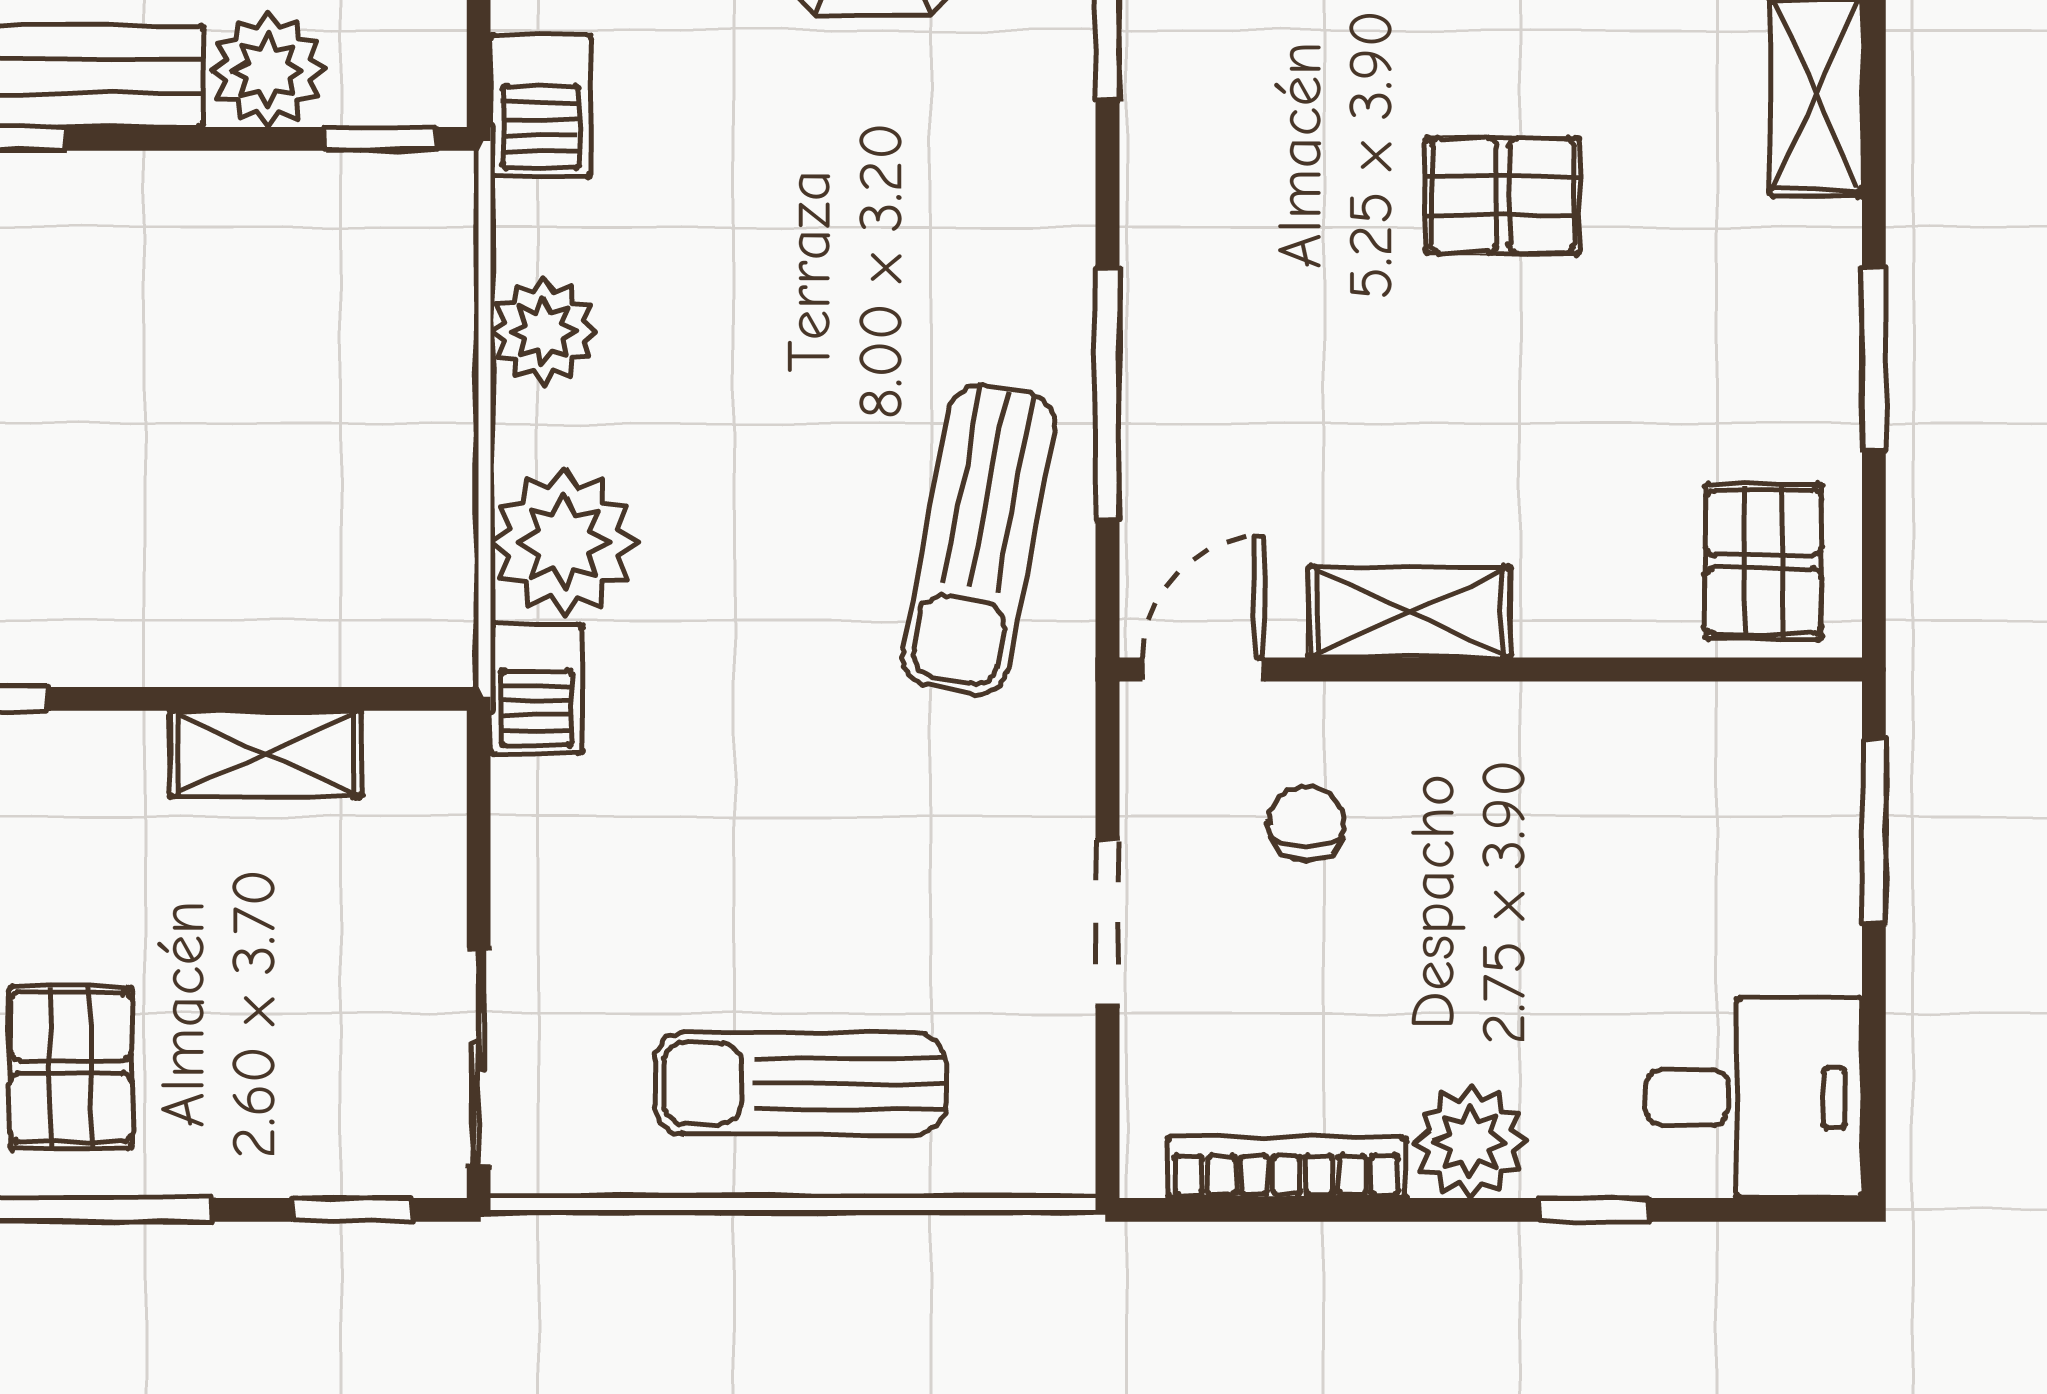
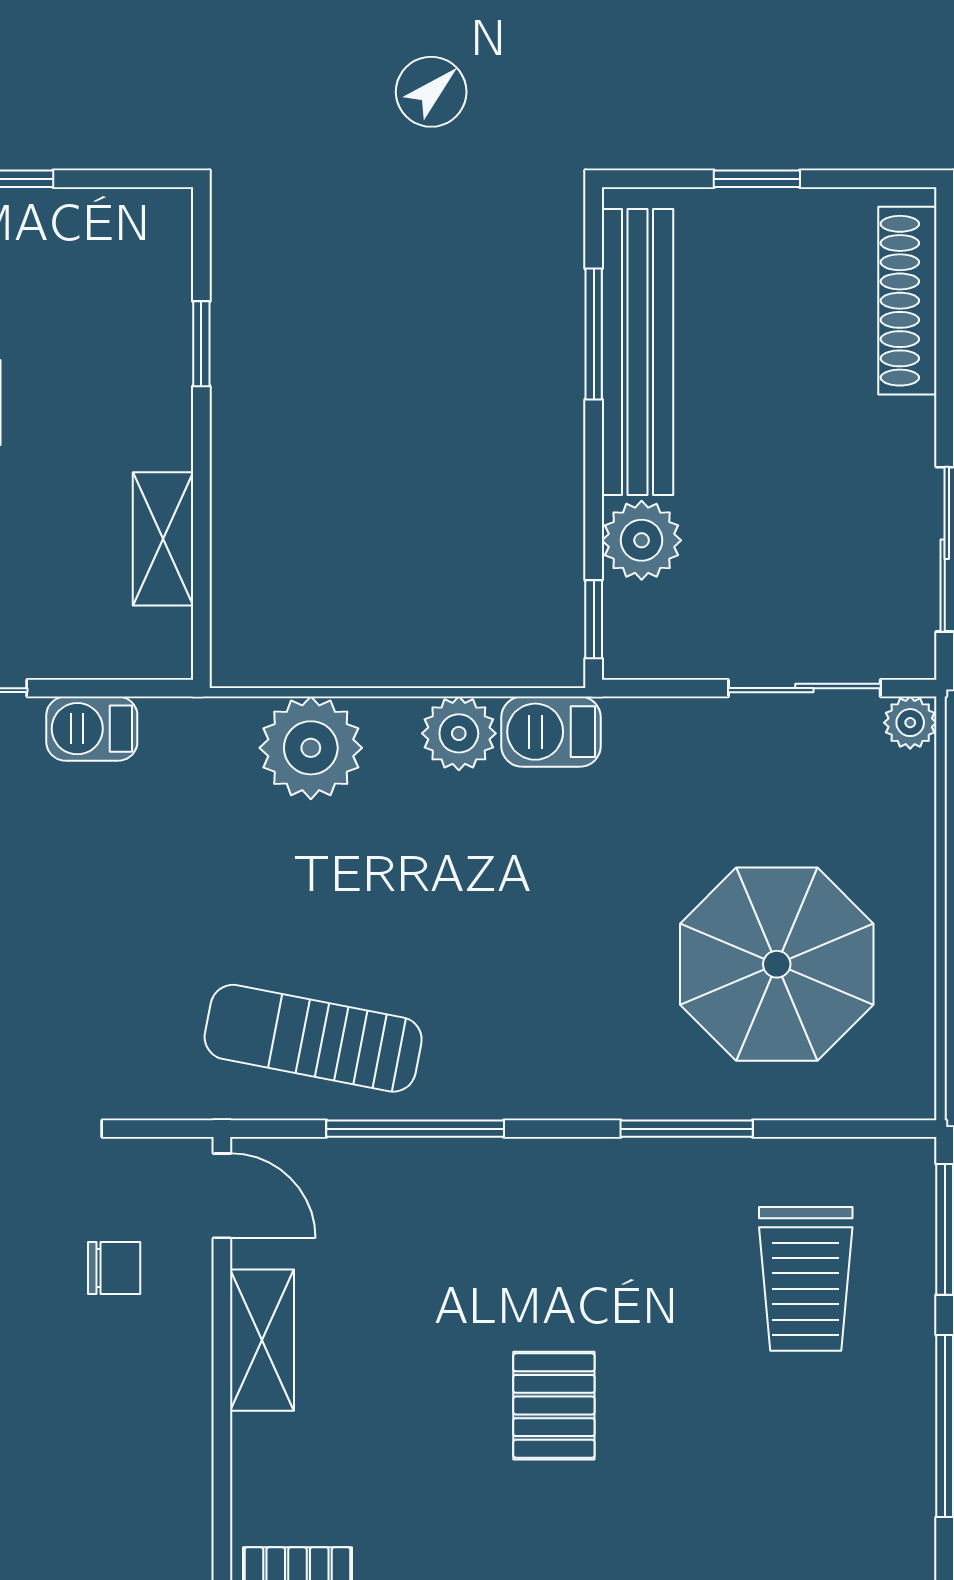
barbecue: (541, 106) -> (551, 732), moved
barbecue: (536, 689) -> (92, 729), moved

